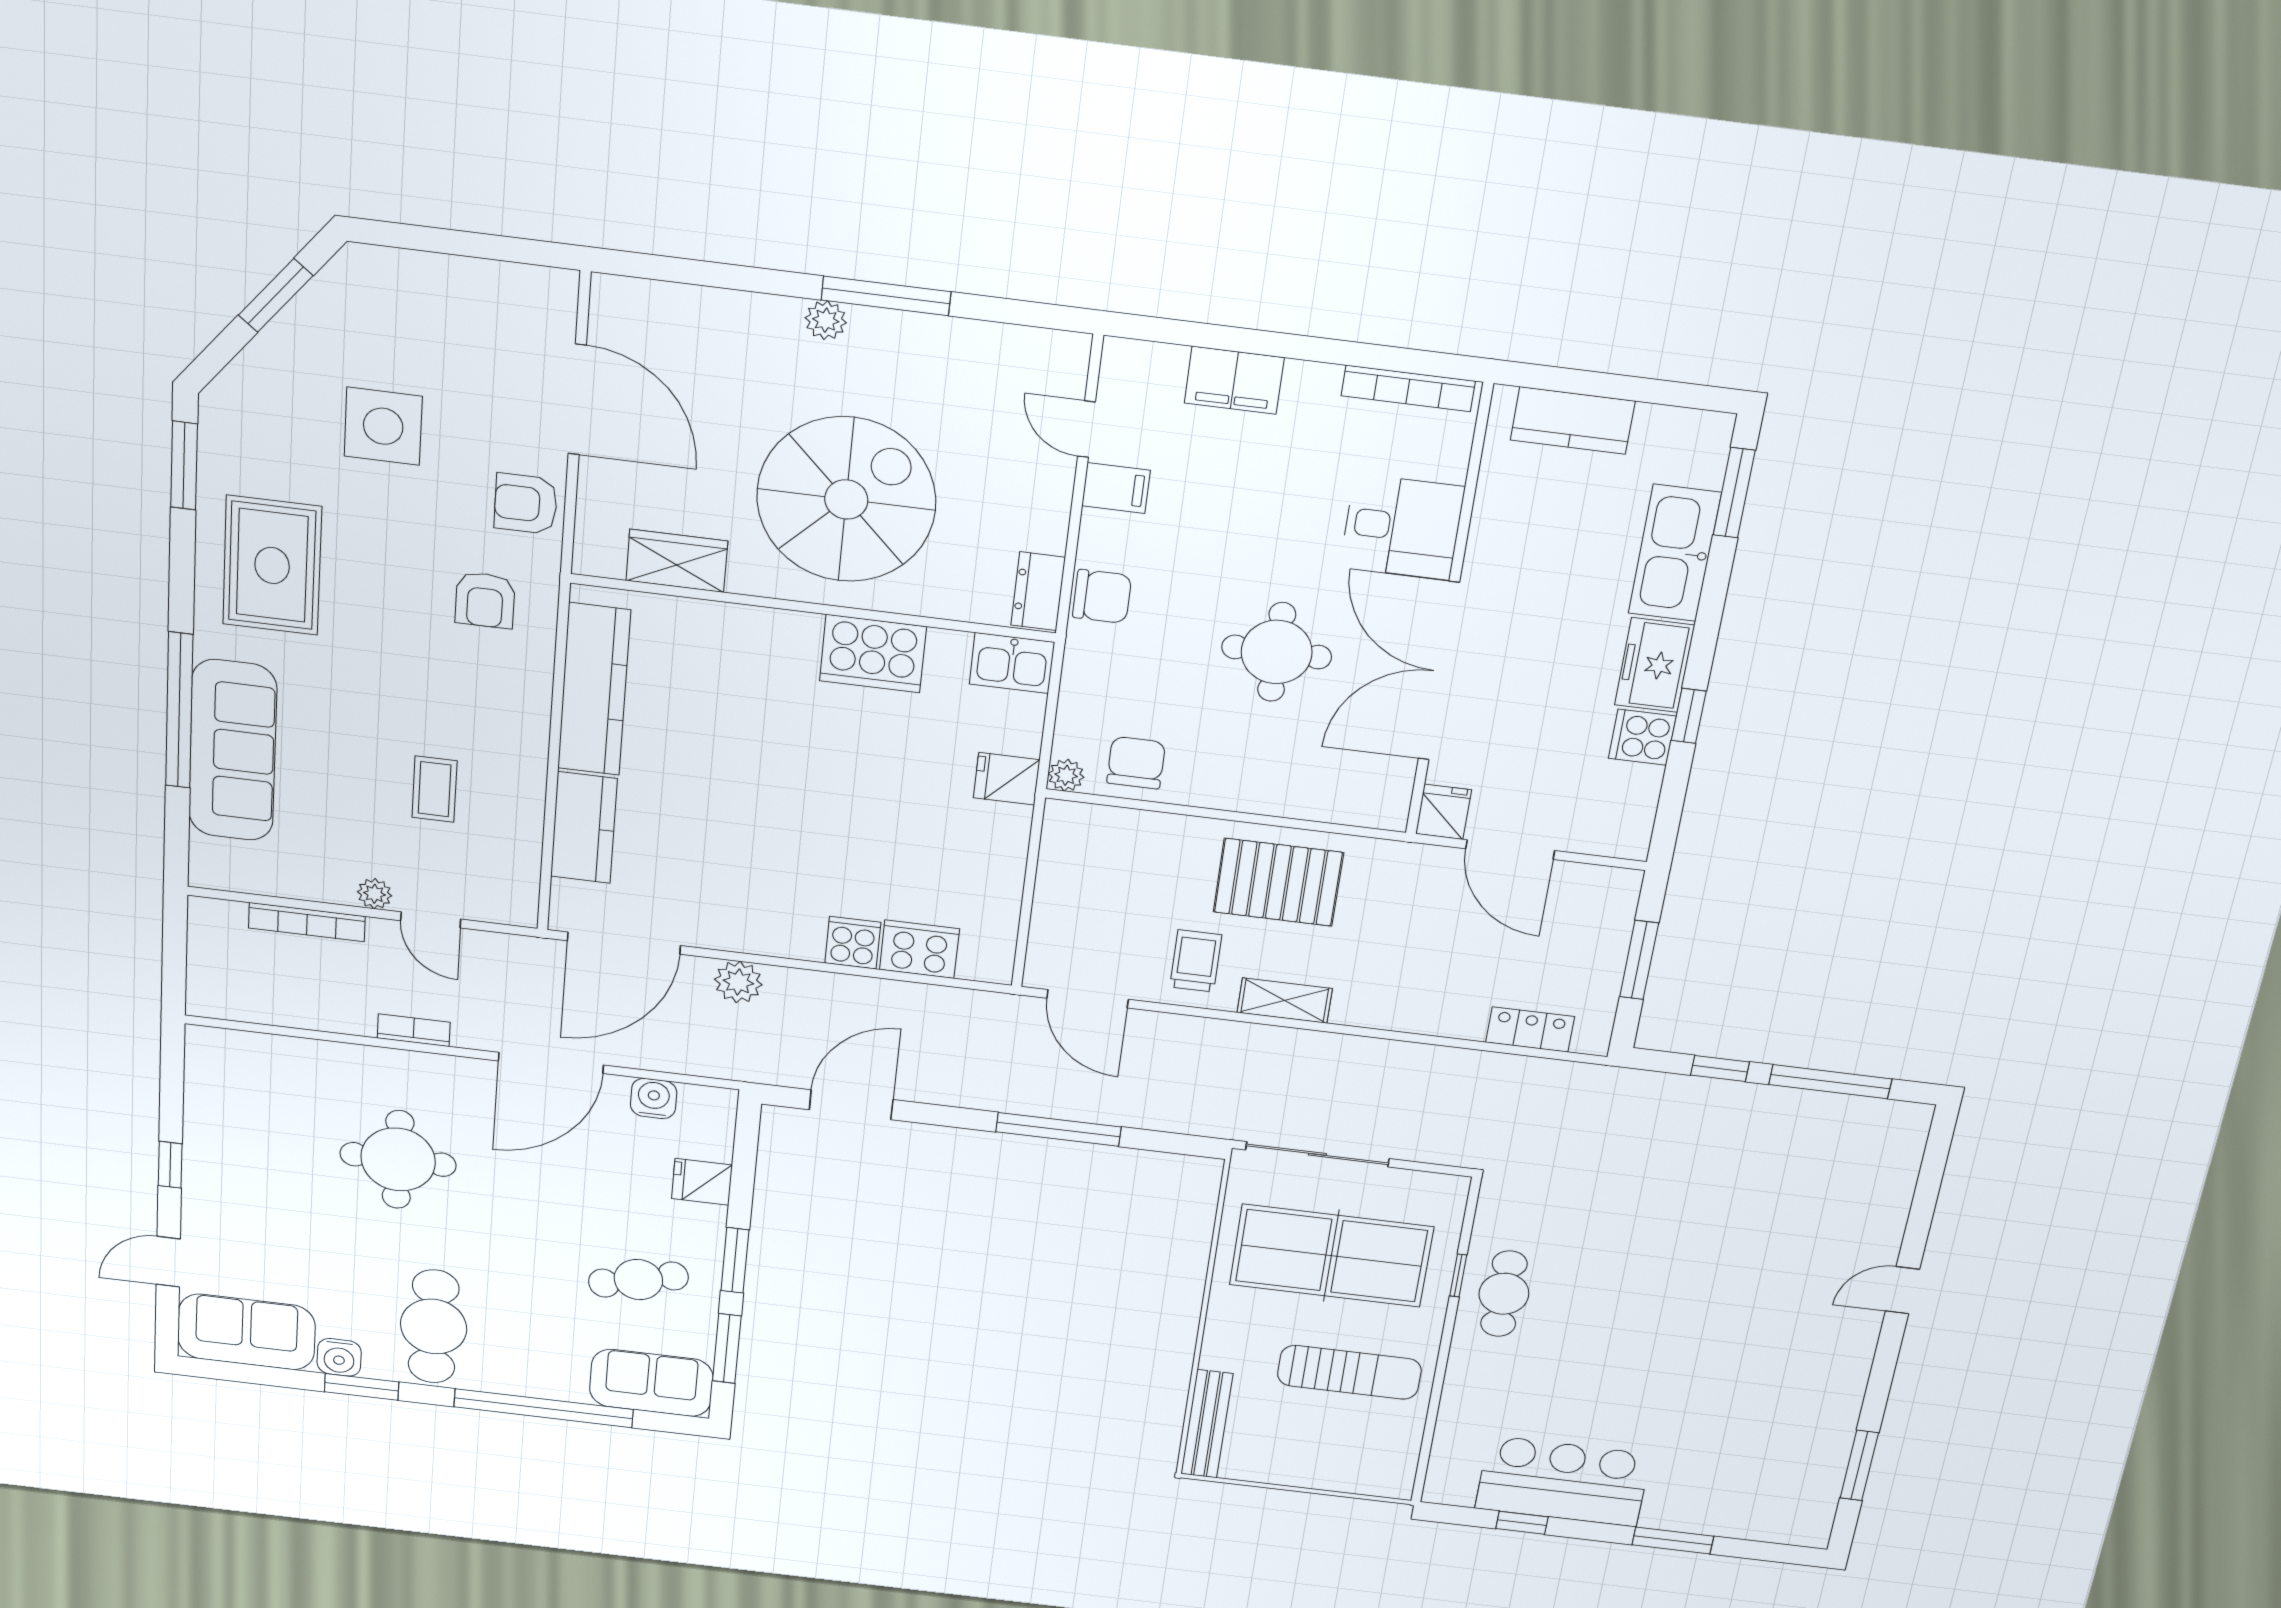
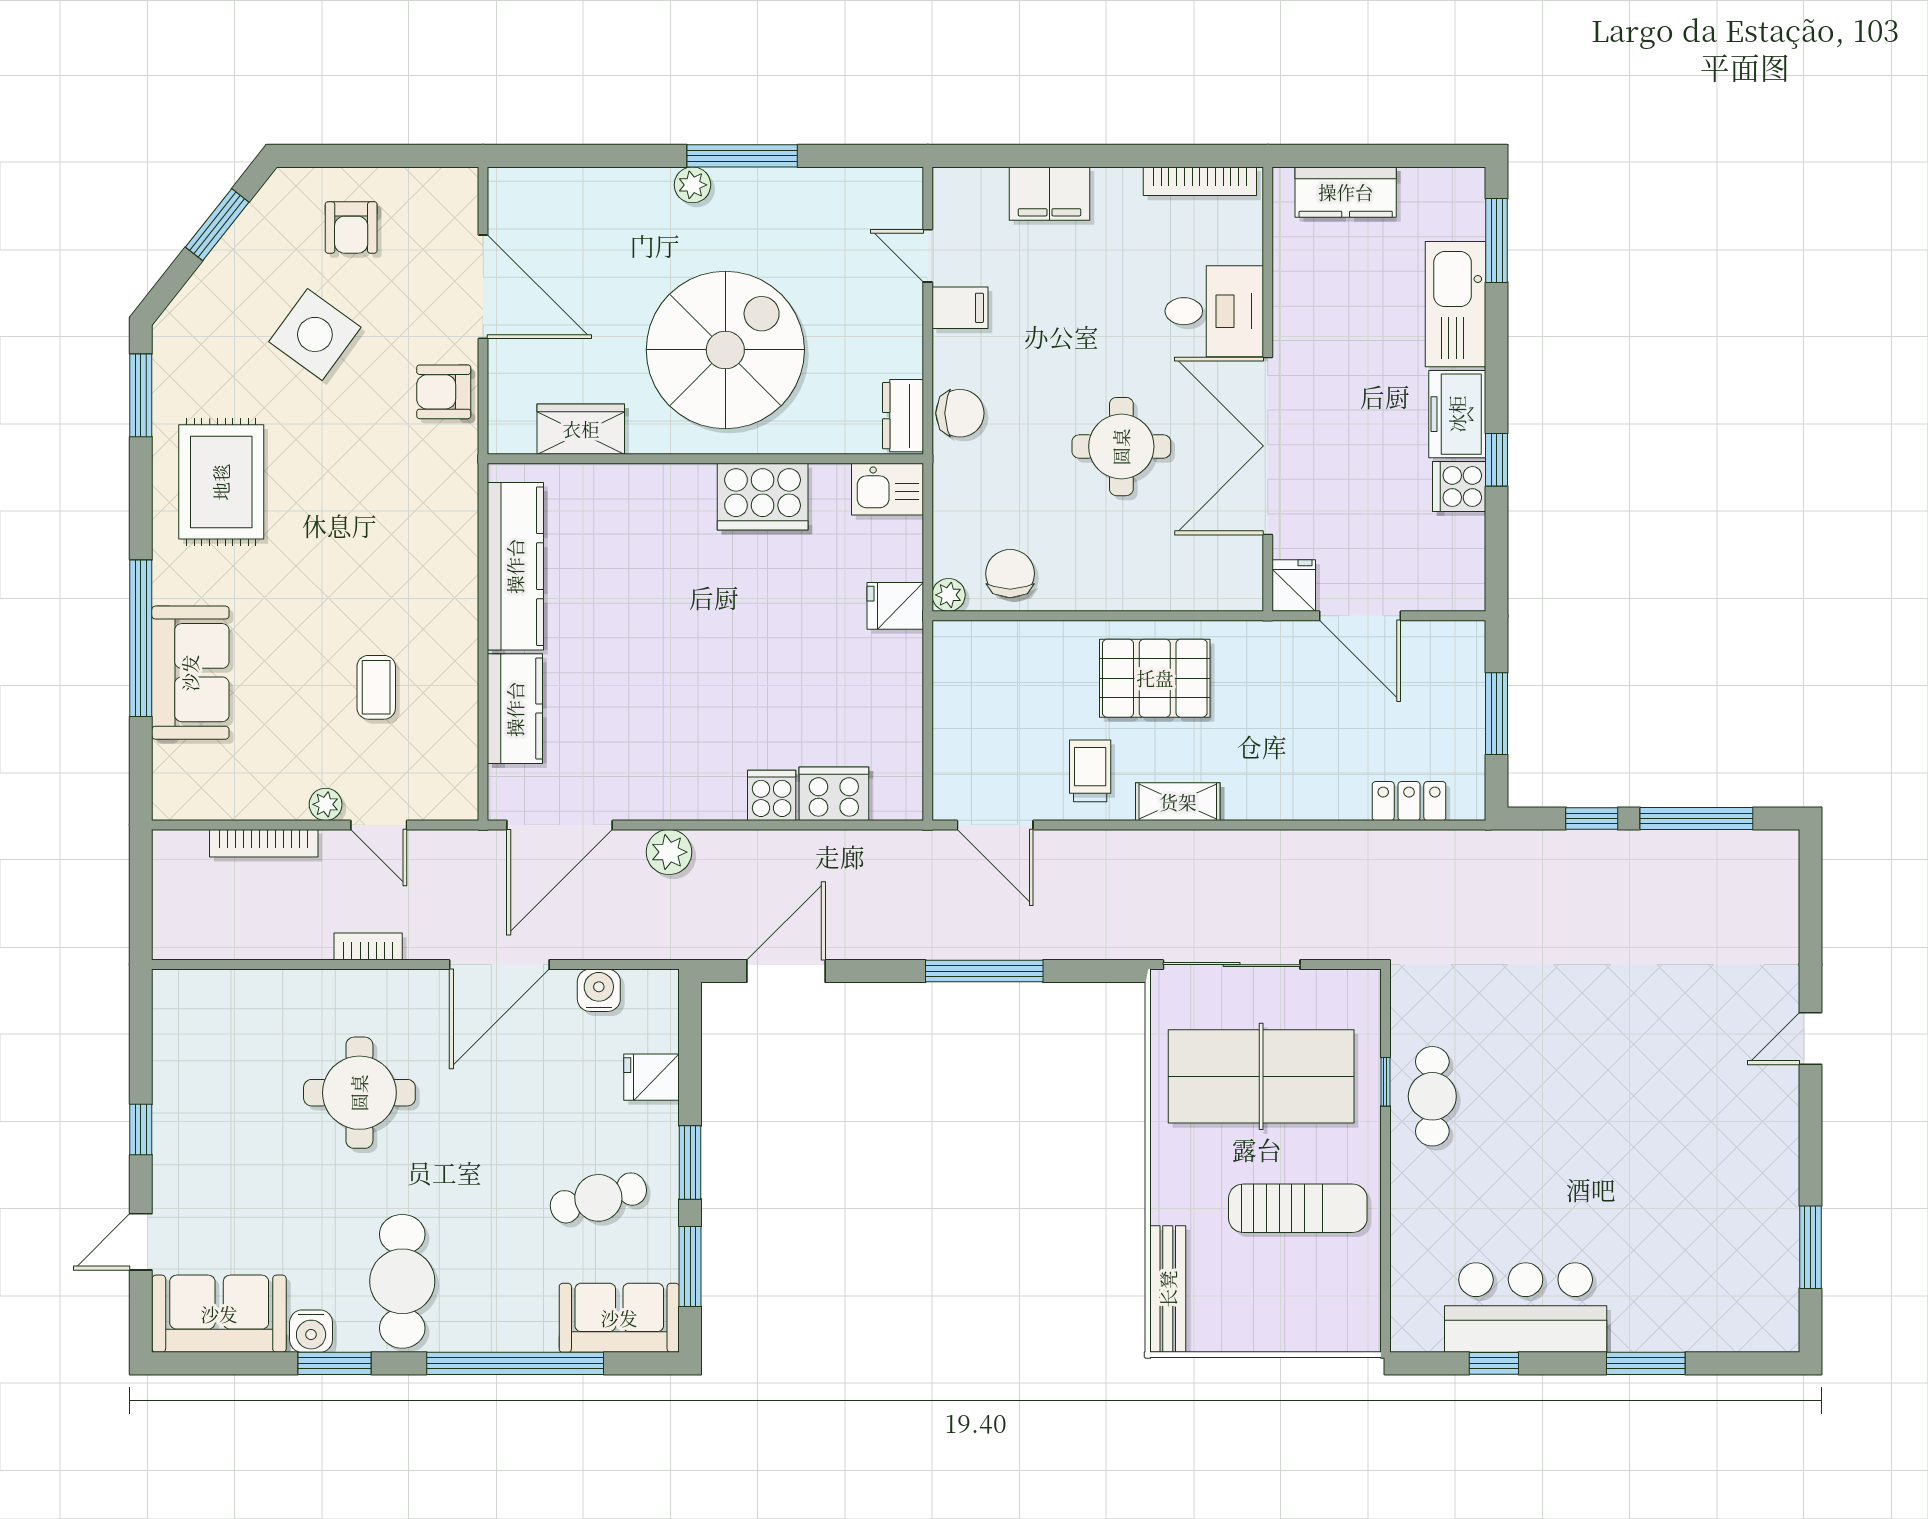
side table: (383, 426) -> (315, 334), turned 36
armchair: (485, 600) -> (351, 227), moved
sofa: (233, 750) -> (190, 673), width x0.73

